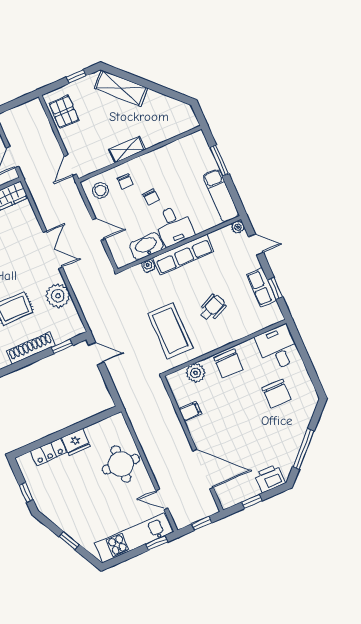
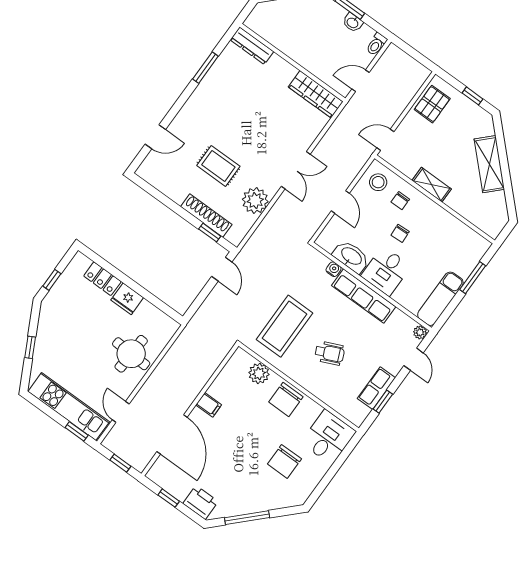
shelving: (121, 88) -> (489, 164), moved
shoe rack: (31, 348) -> (206, 216), moved
filing cabinet: (190, 411) -> (209, 405), moved

